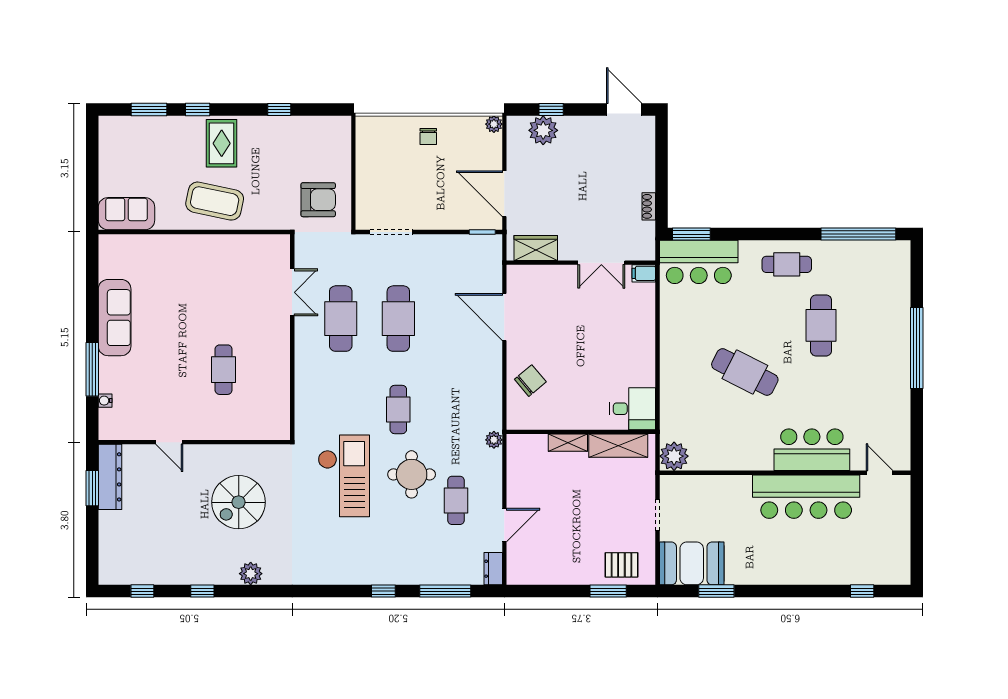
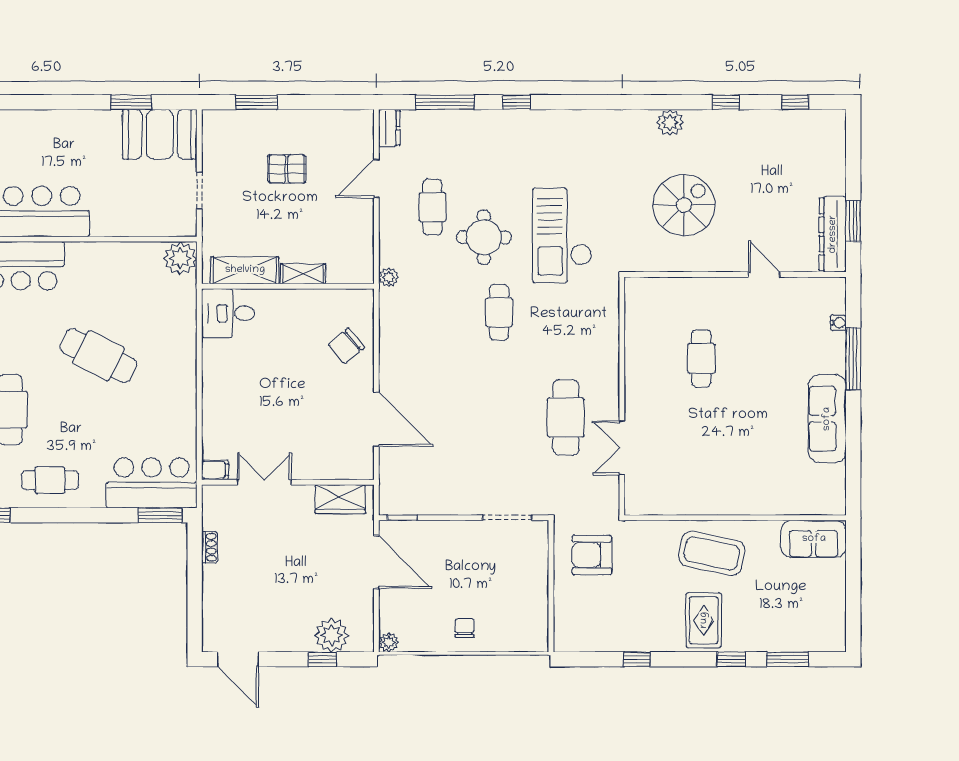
cafe table: (398, 319) -> (499, 417), removed
pallet: (621, 565) -> (287, 169), moved

